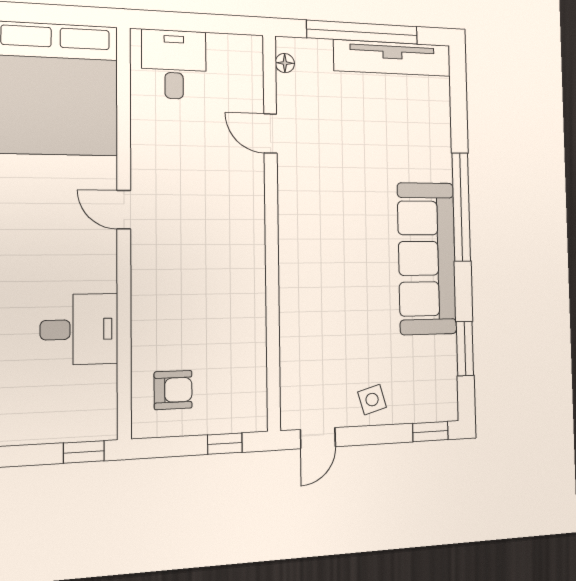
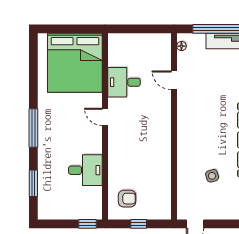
desk: (174, 64) -> (124, 82), moved, turned -90
side table: (372, 400) -> (212, 176), moved
window: (225, 444) -> (139, 224), moved

